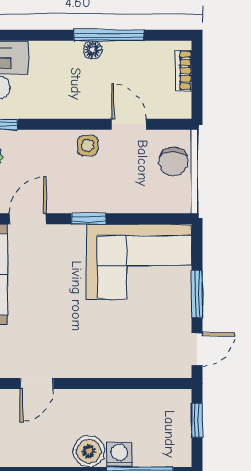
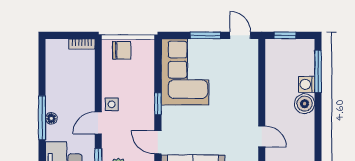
window: (109, 35) -> (42, 118), moved
floor lamp: (93, 50) -> (51, 118), moved
bookcase: (183, 71) -> (82, 44), moved
door: (129, 124) -> (98, 123), moved

